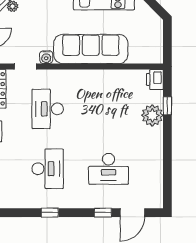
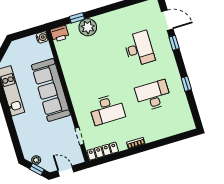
water cooler: (46, 57) -> (42, 37), moved

